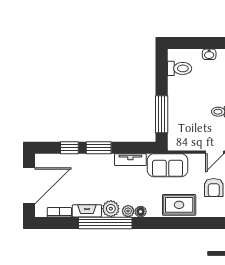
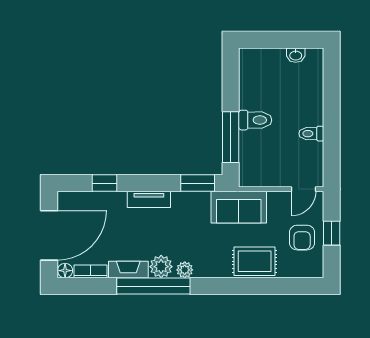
toilet: (180, 68) -> (255, 120), moved
window: (99, 148) -> (198, 183), moved
tv unit: (130, 160) -> (149, 199), moved
floor lamp: (141, 212) -> (65, 271), moved

